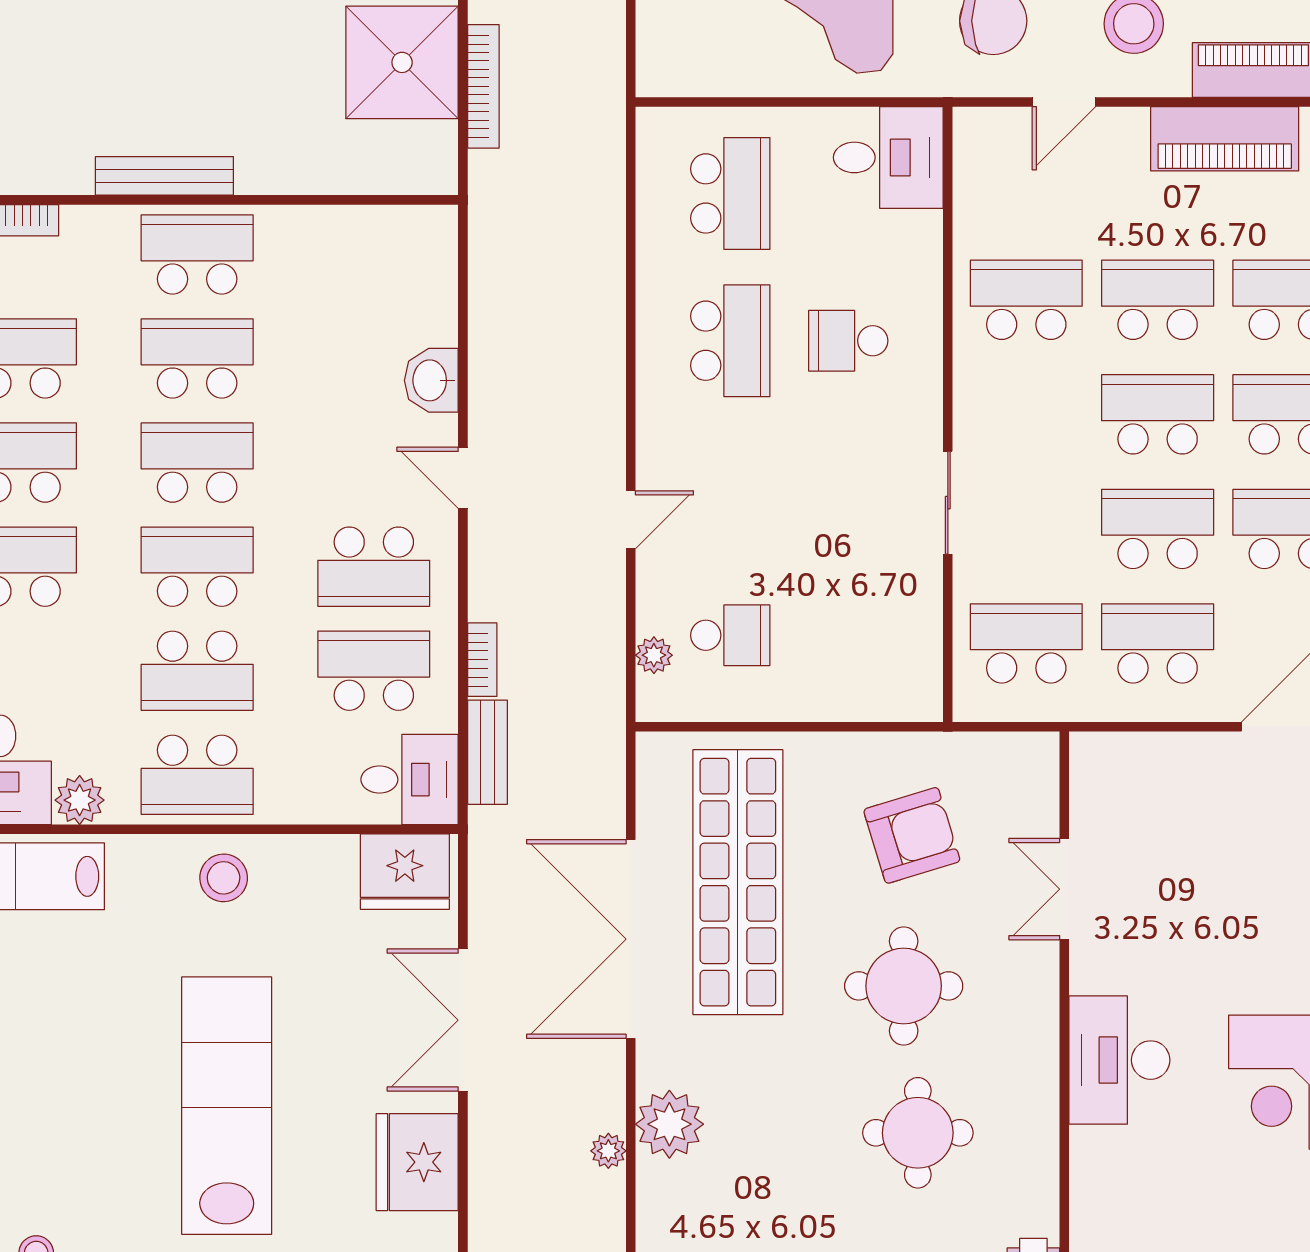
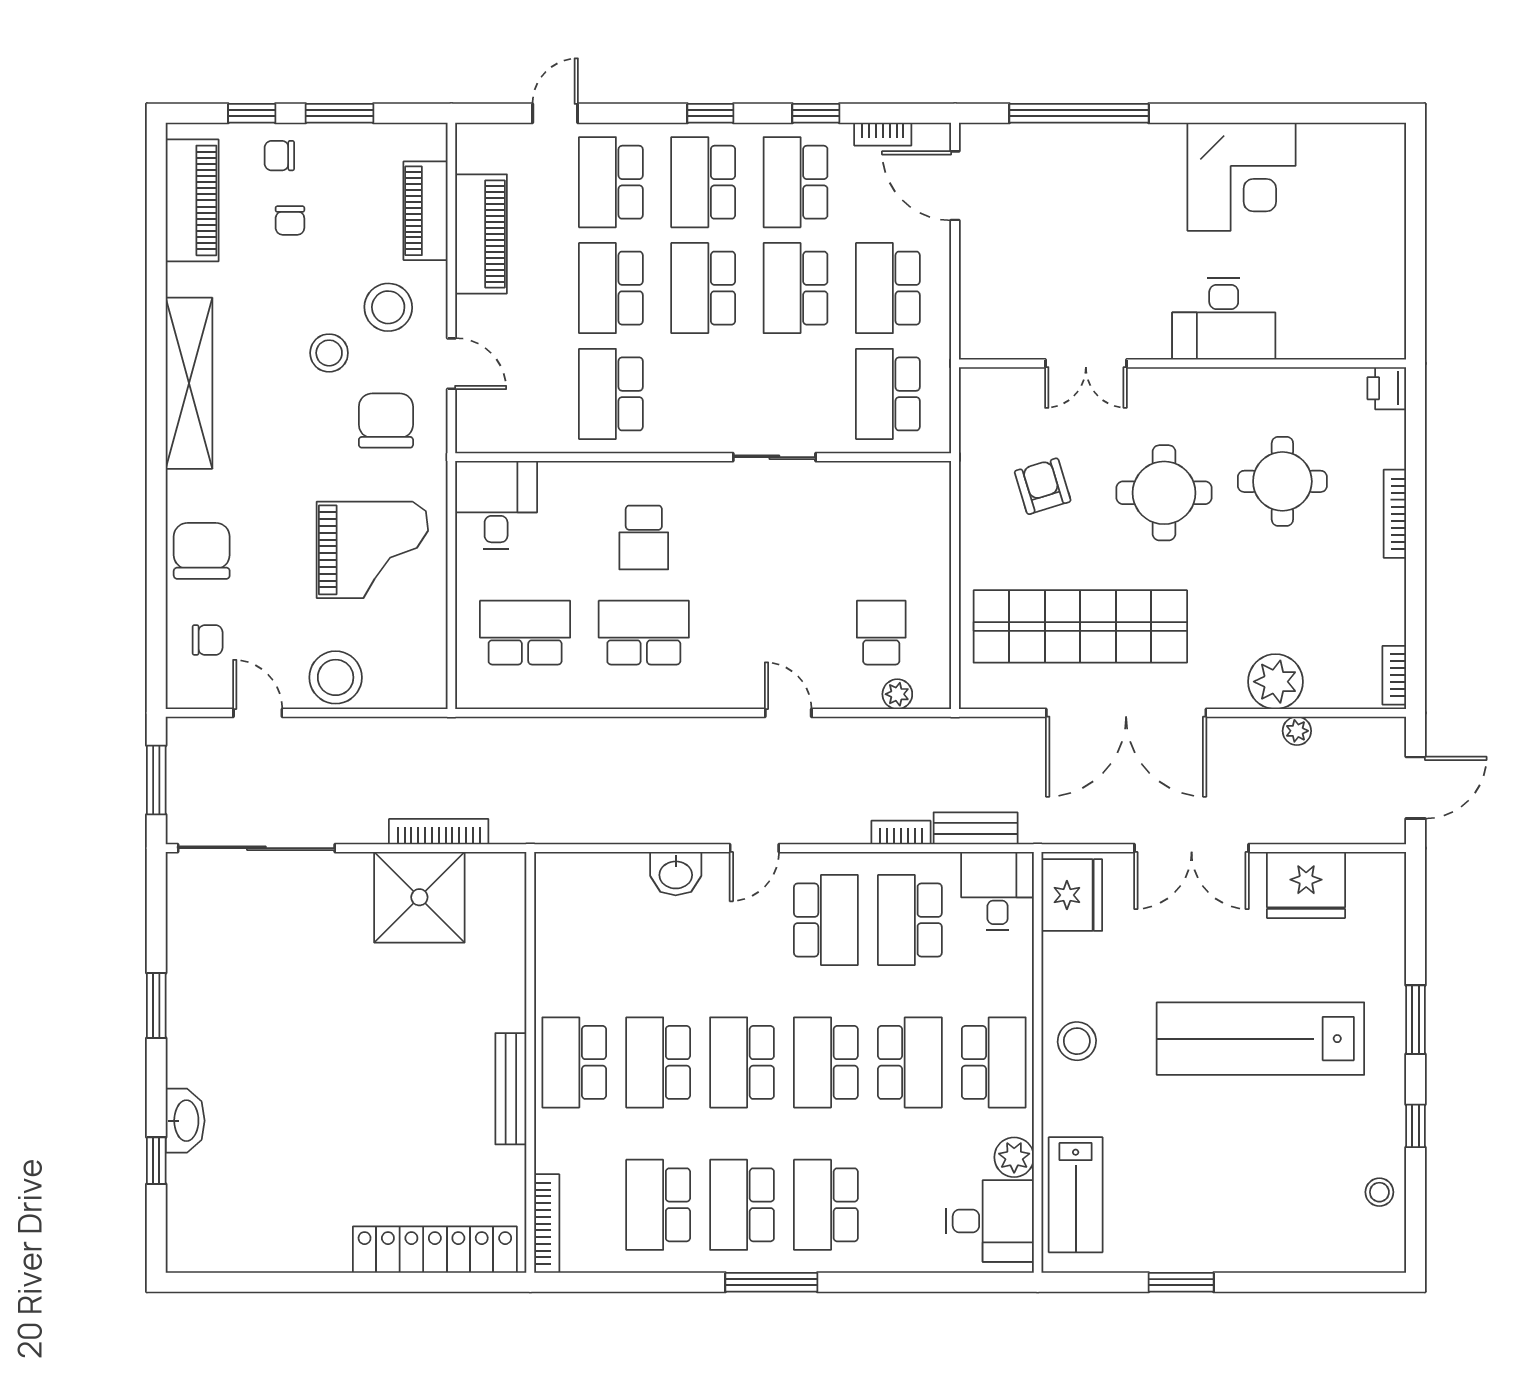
armchair: (912, 835) -> (1043, 486), width x0.72, depth x0.72

